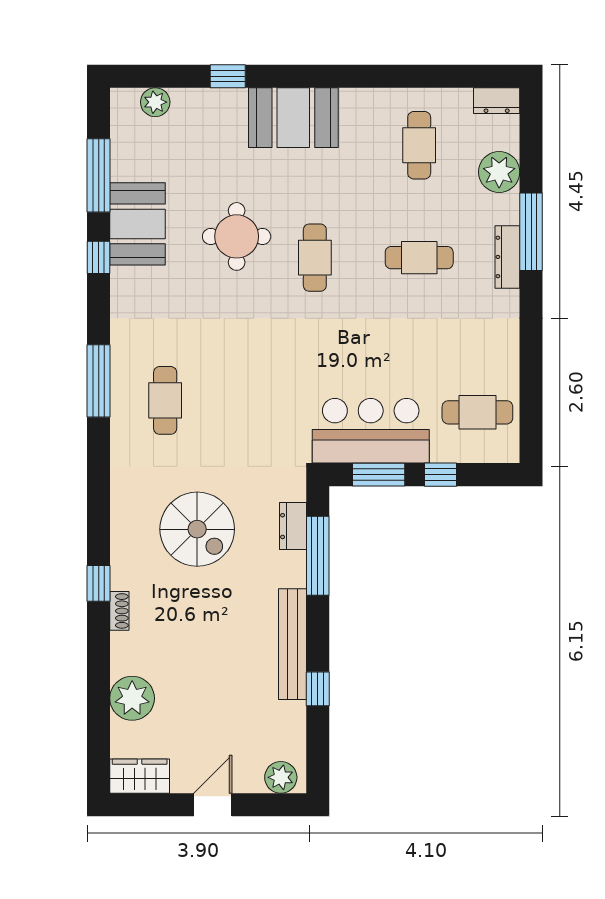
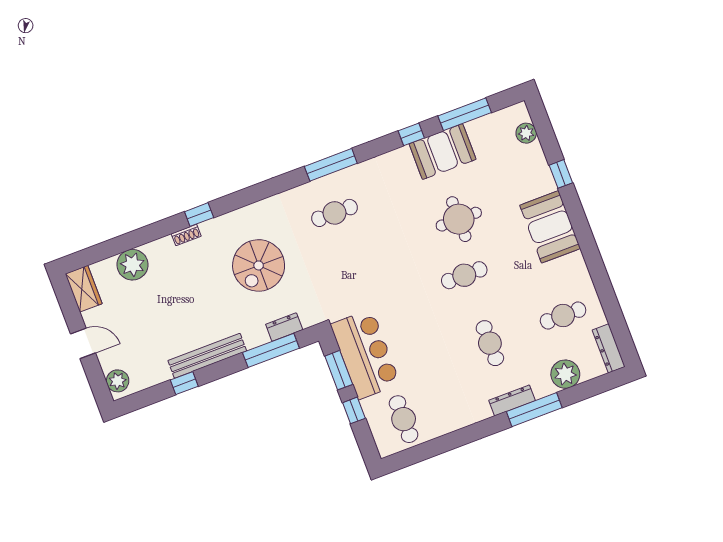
dresser: (497, 101) -> (609, 348), width x1.44

